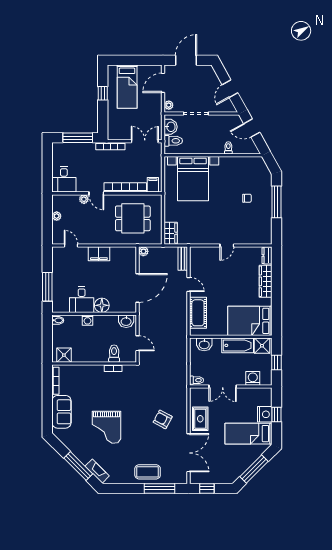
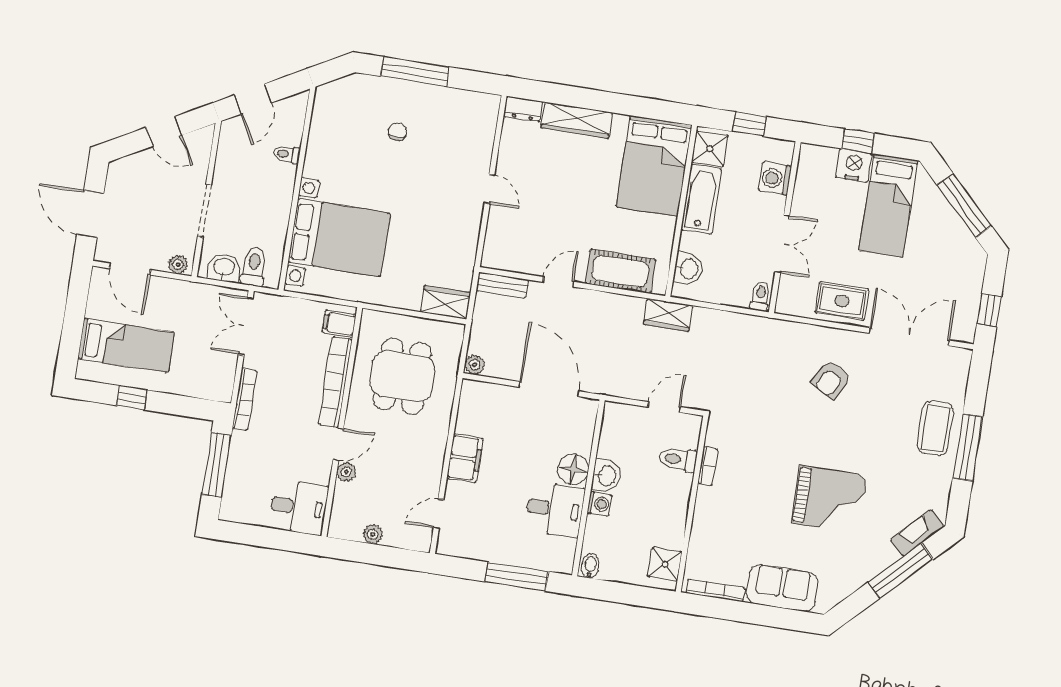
washbasin: (126, 321) -> (606, 476), moved
wardrobe: (181, 338) -> (668, 315), added
window: (160, 488) -> (968, 447), moved

